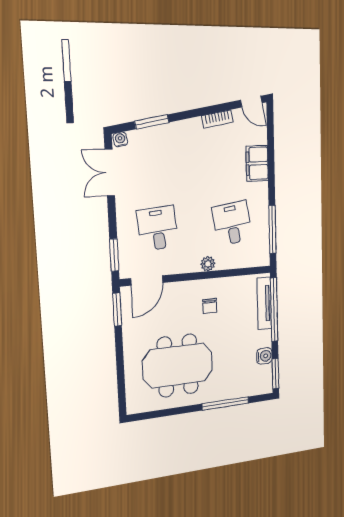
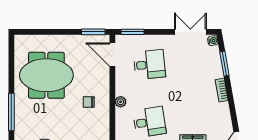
bookcase: (217, 119) -> (222, 90), moved
meeting table: (178, 365) -> (46, 75), turned 90

